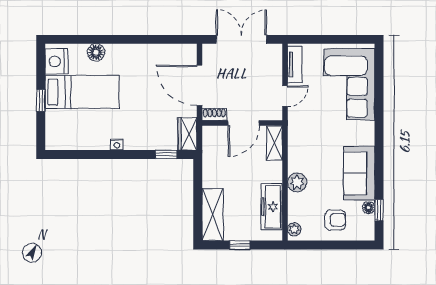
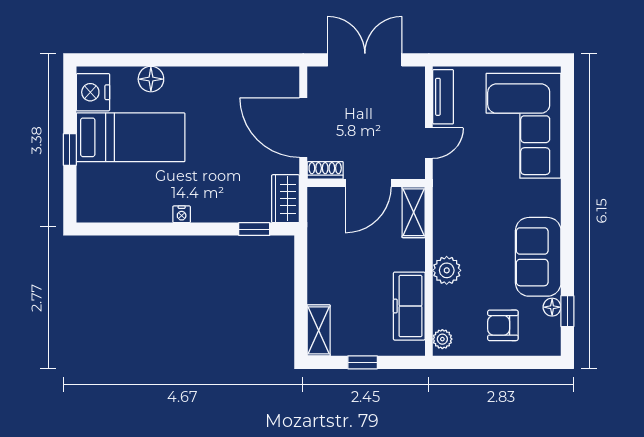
shelving: (213, 215) -> (319, 330), width x0.67, depth x0.75
armchair: (335, 220) -> (503, 325), turned 180

